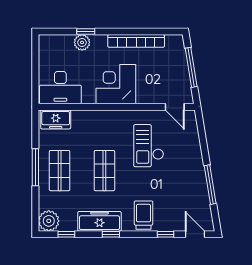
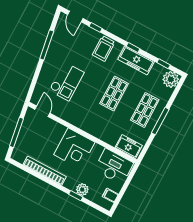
filing cabinet: (47, 53) -> (110, 195), added
checkout: (149, 146) -> (67, 81), moved

